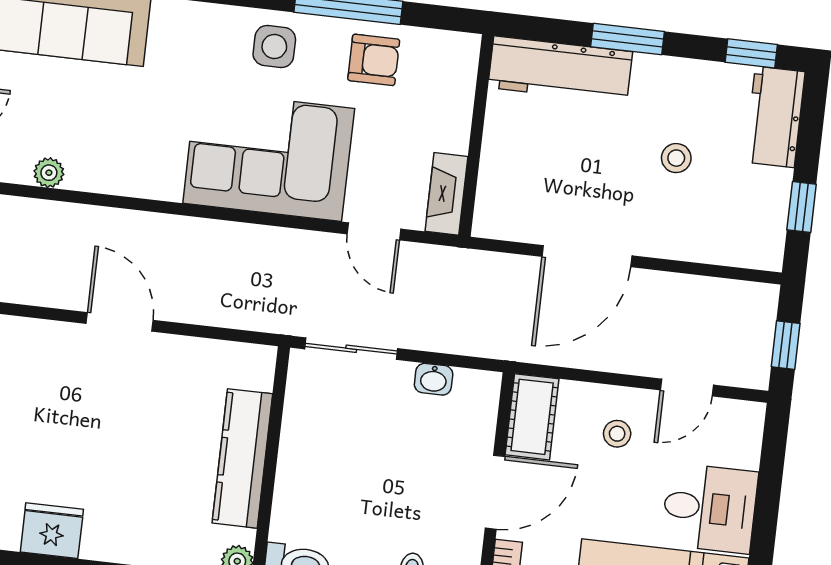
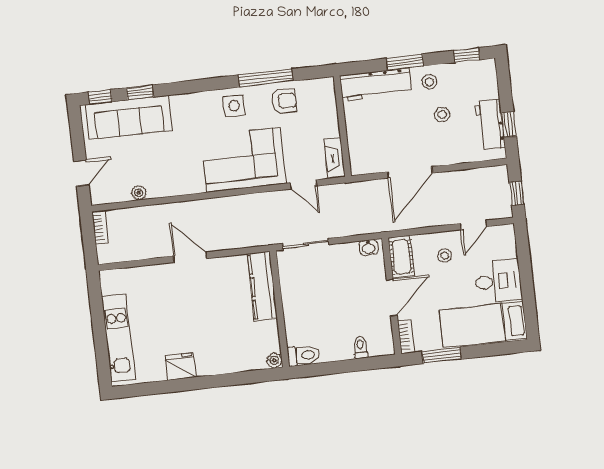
stool: (666, 88) -> (429, 82), added
workbench: (775, 117) -> (490, 125), moved
washbasin: (434, 379) -> (369, 247), moved
kitchen counter: (242, 458) -> (262, 286), moved

